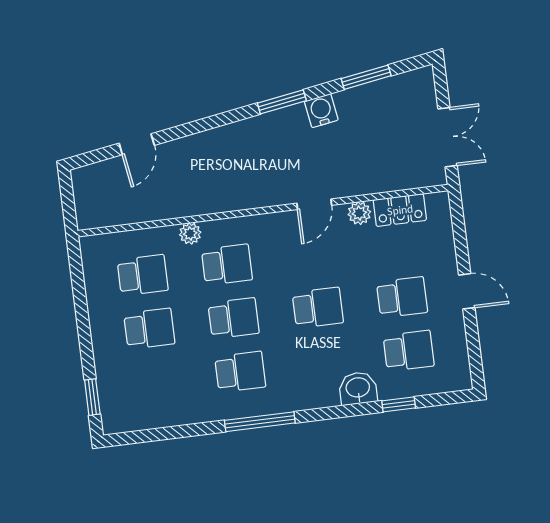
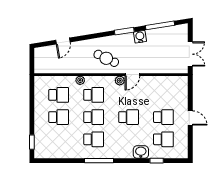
window: (366, 77) -> (160, 25), width x1.44
cafe table: (246, 173) -> (106, 58), added
locker: (400, 210) -> (167, 81), removed
plant: (359, 213) -> (120, 81), moved

